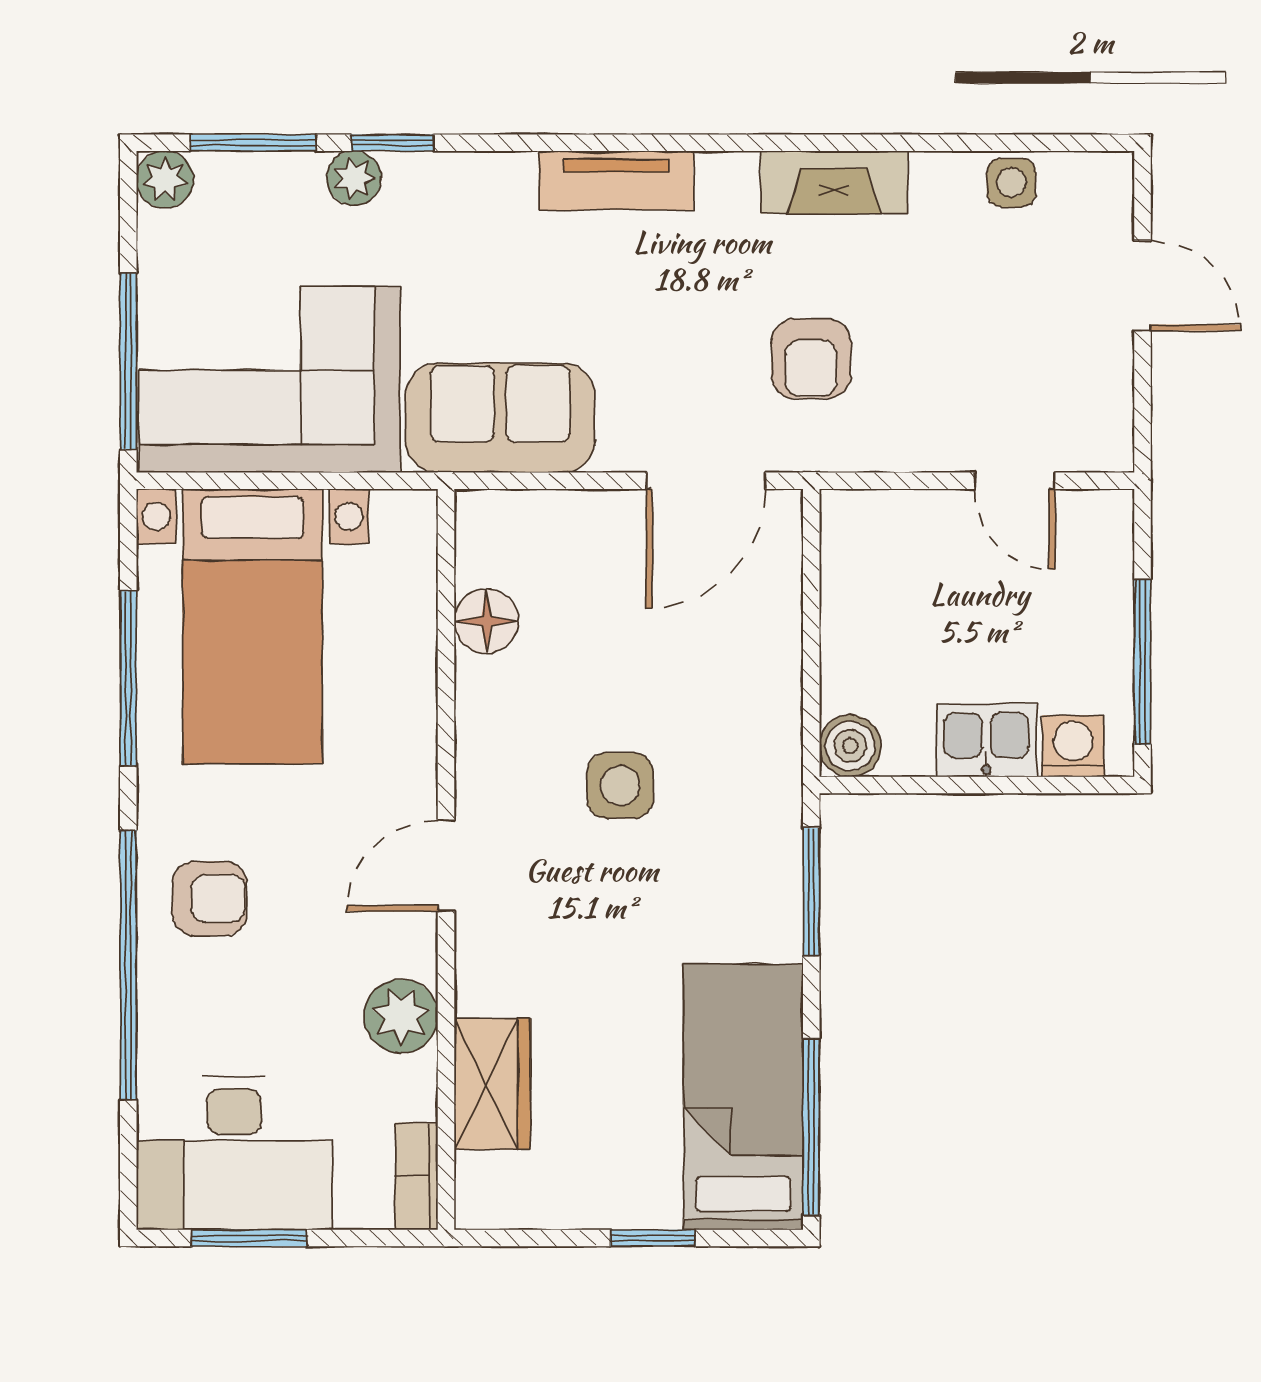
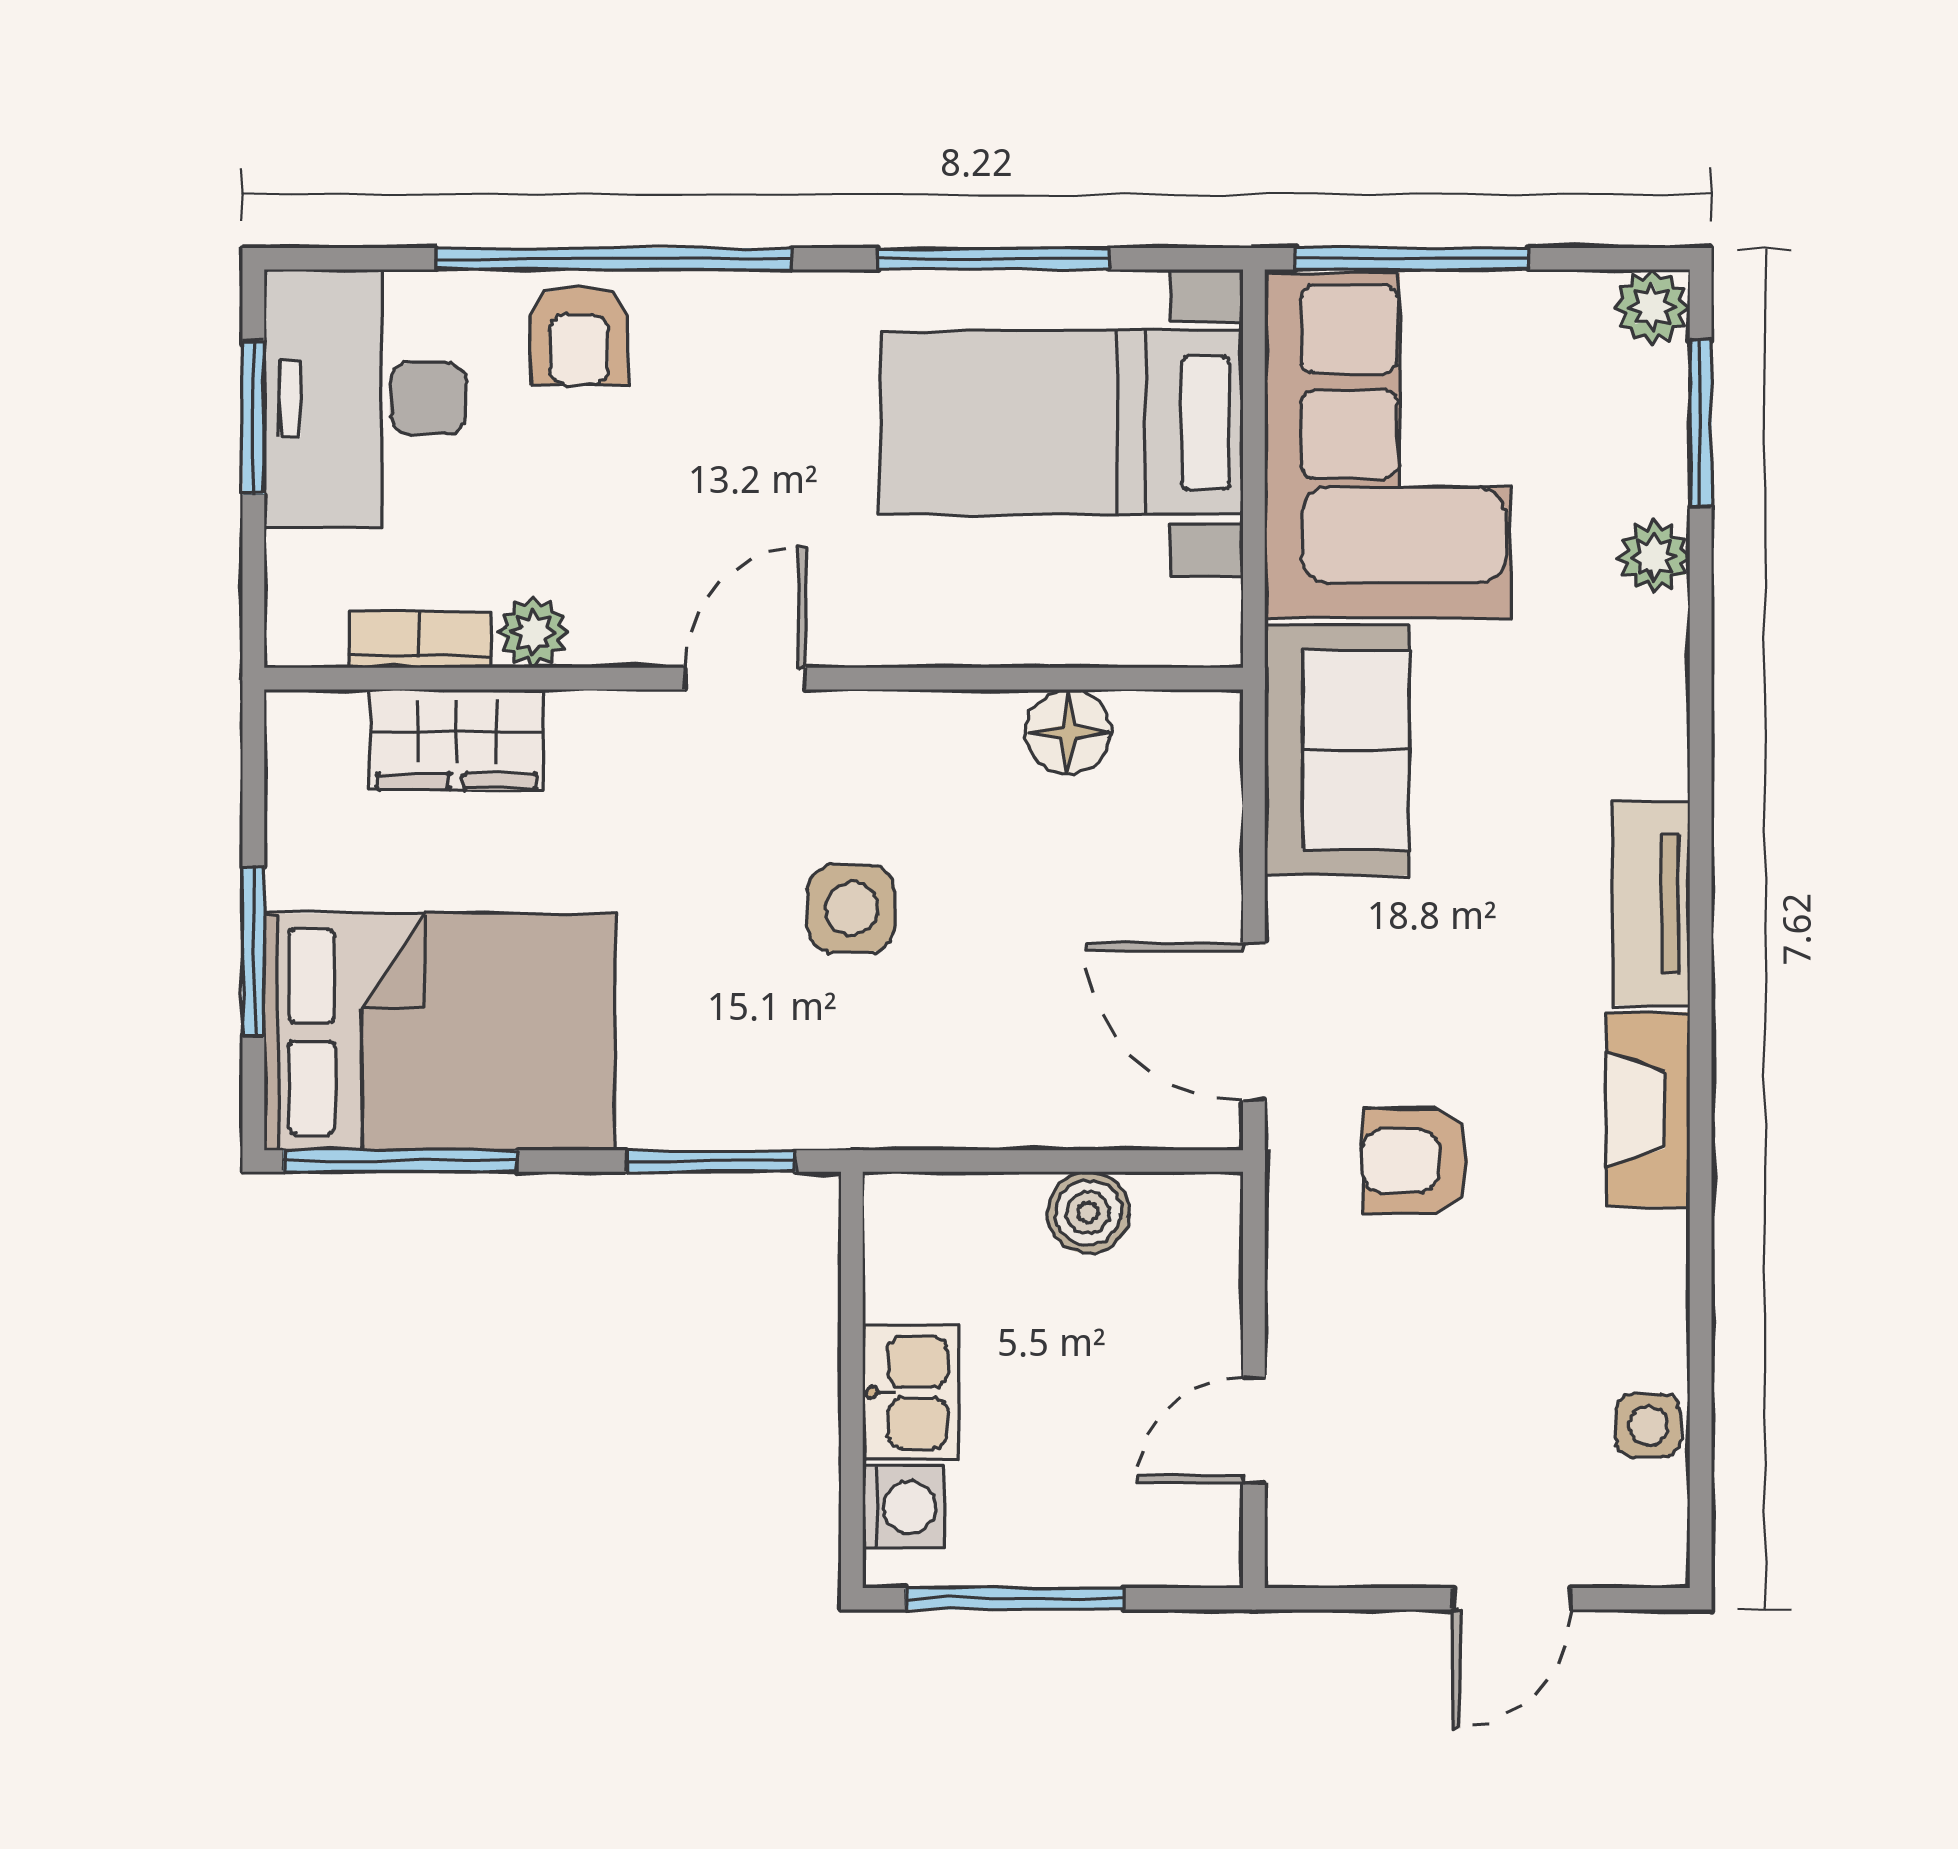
window: (392, 143) -> (1701, 608), removed
fireplace: (834, 182) -> (1648, 1109), moved
boiler: (850, 746) -> (1088, 1213), moved
door: (446, 866) -> (745, 679), hinge flipped
armchair: (209, 899) -> (579, 336), moved
plant: (401, 1016) -> (533, 632), width x0.73, depth x0.73
bed: (743, 1097) -> (440, 1032), width x1.50
bookcase: (417, 1176) -> (420, 640), moved
window: (653, 1238) -> (253, 952), width x1.50

